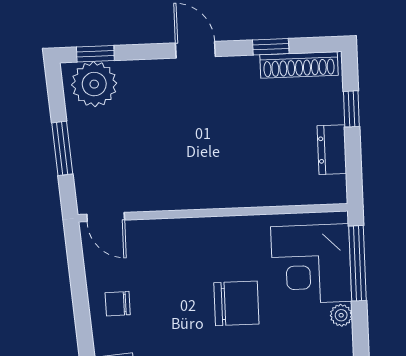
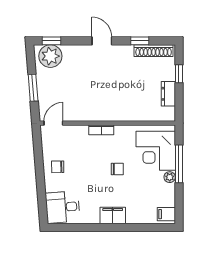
door: (106, 217) -> (53, 123), swing flipped
bookcase: (201, 227) -> (101, 130), added
window: (358, 263) -> (179, 164), moved
chair: (236, 303) -> (117, 169), width x0.54, depth x0.54

